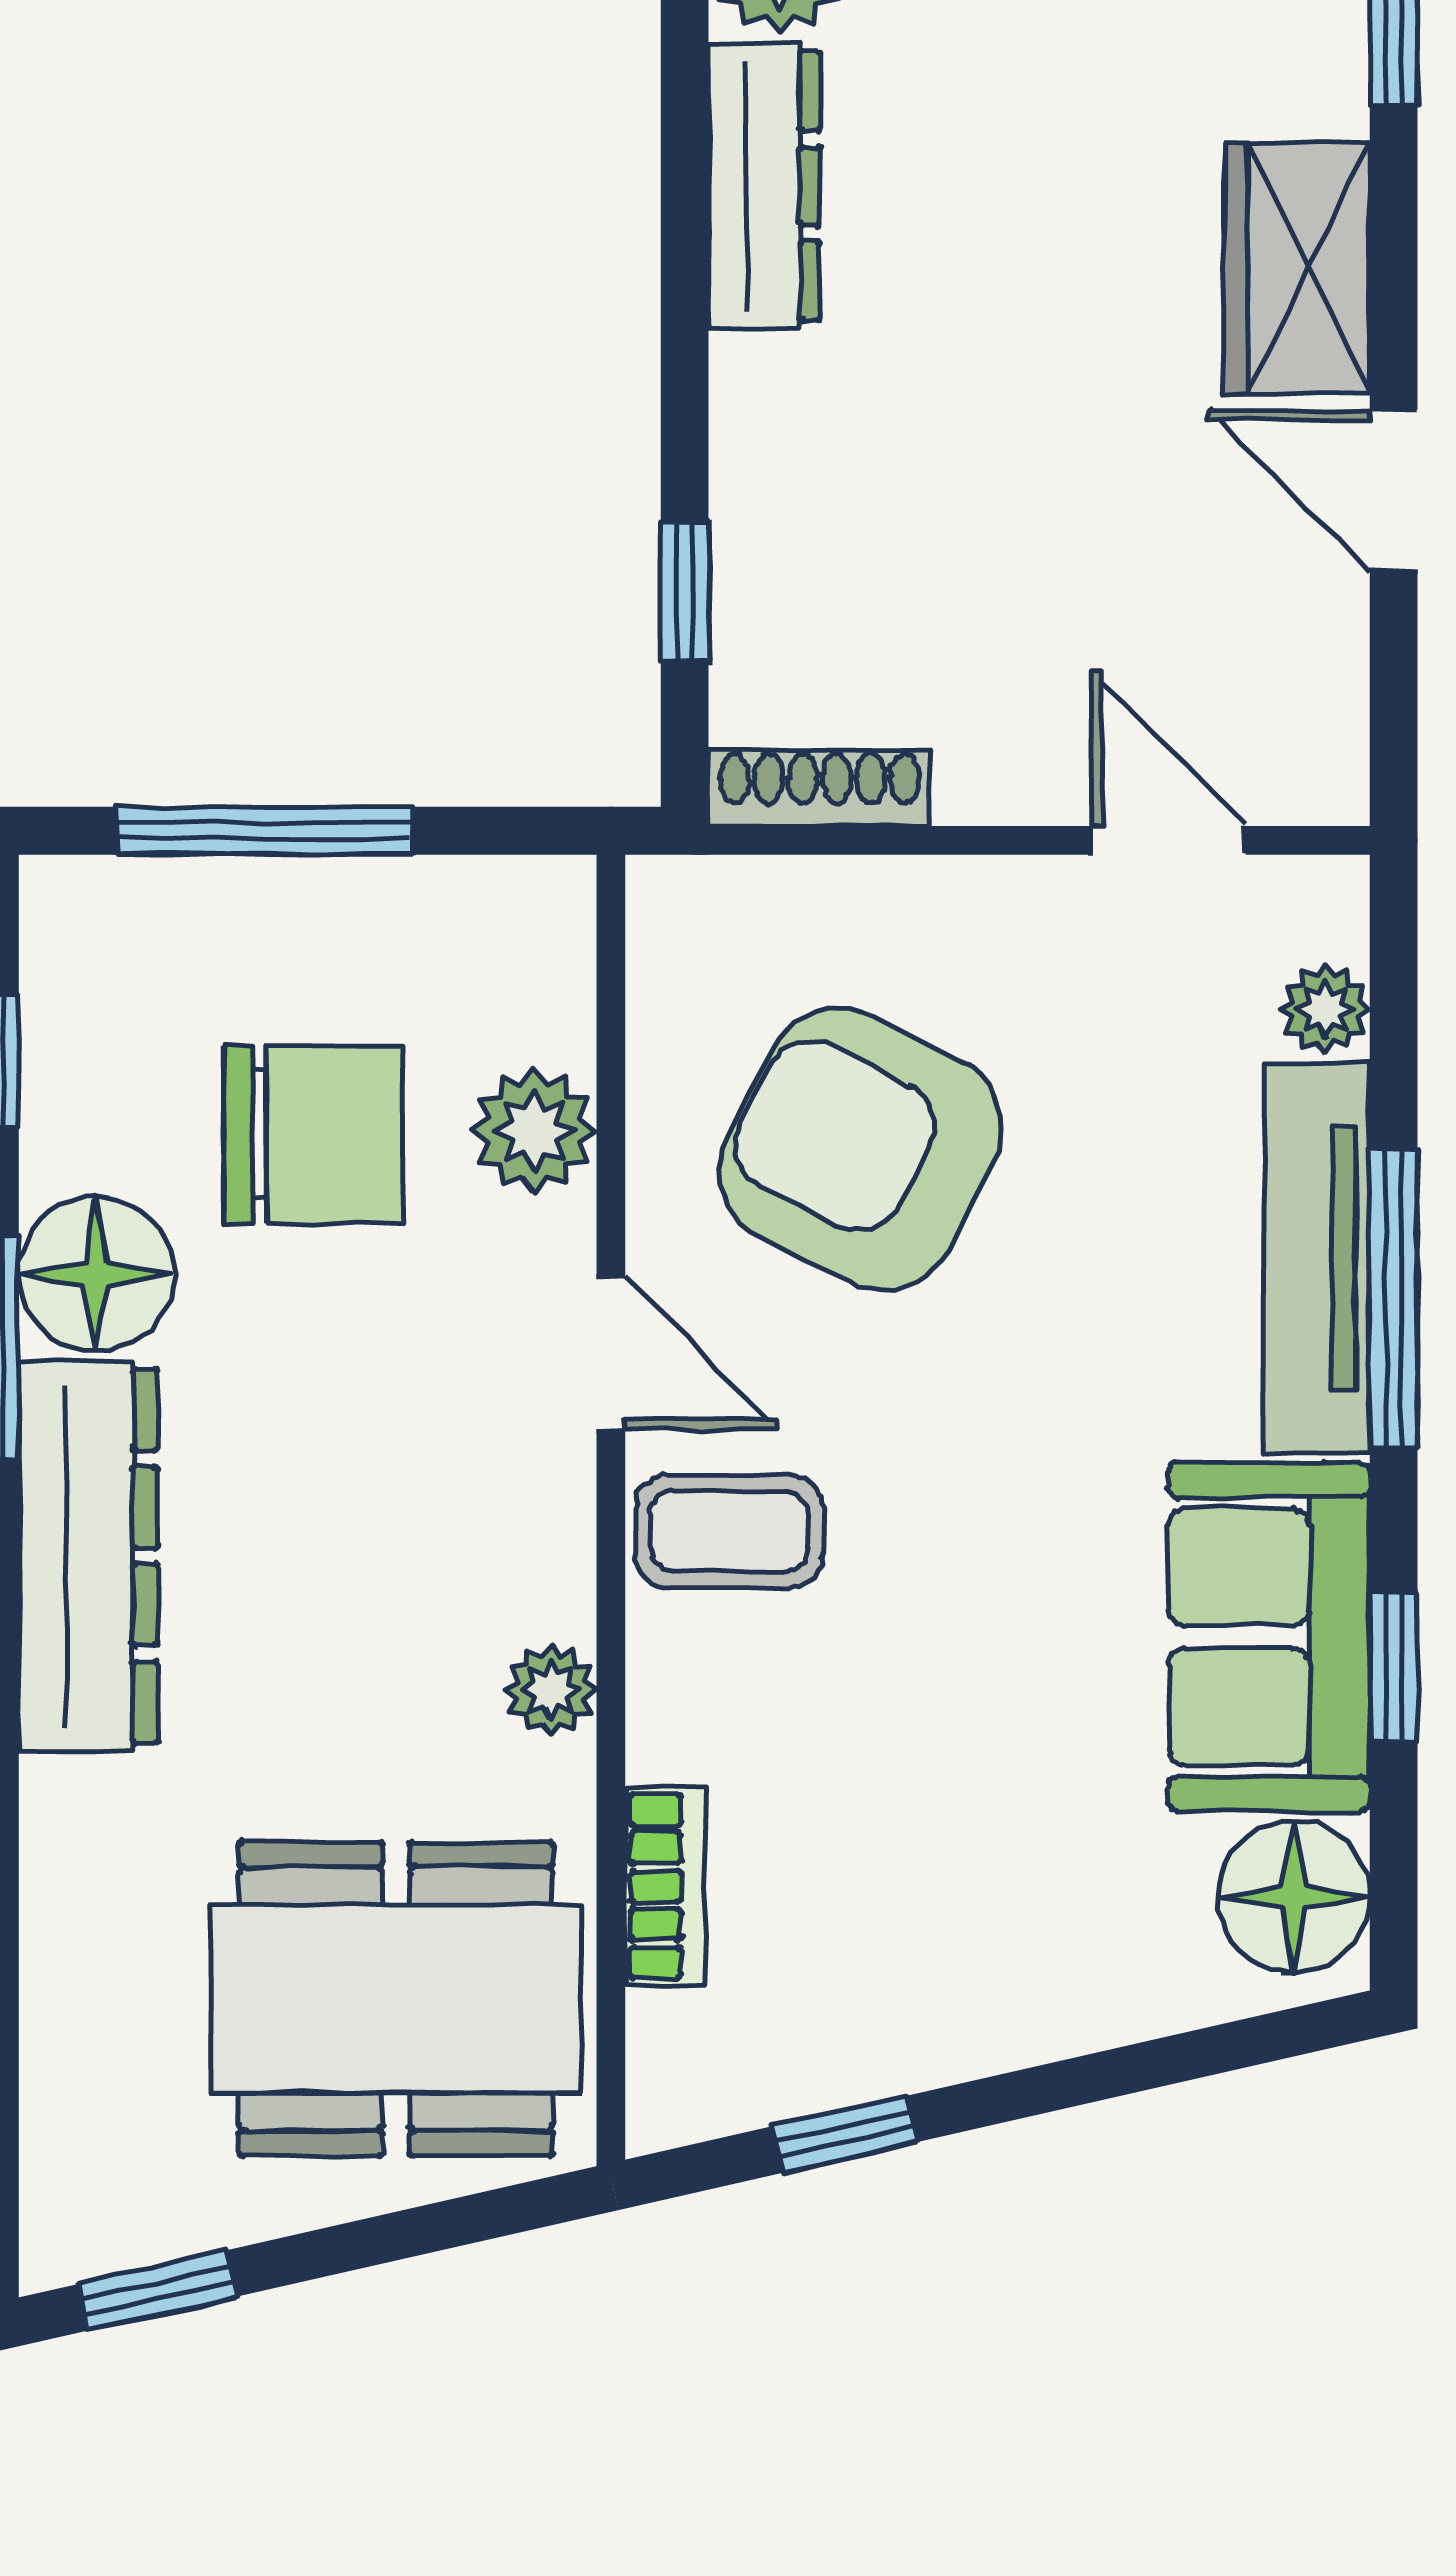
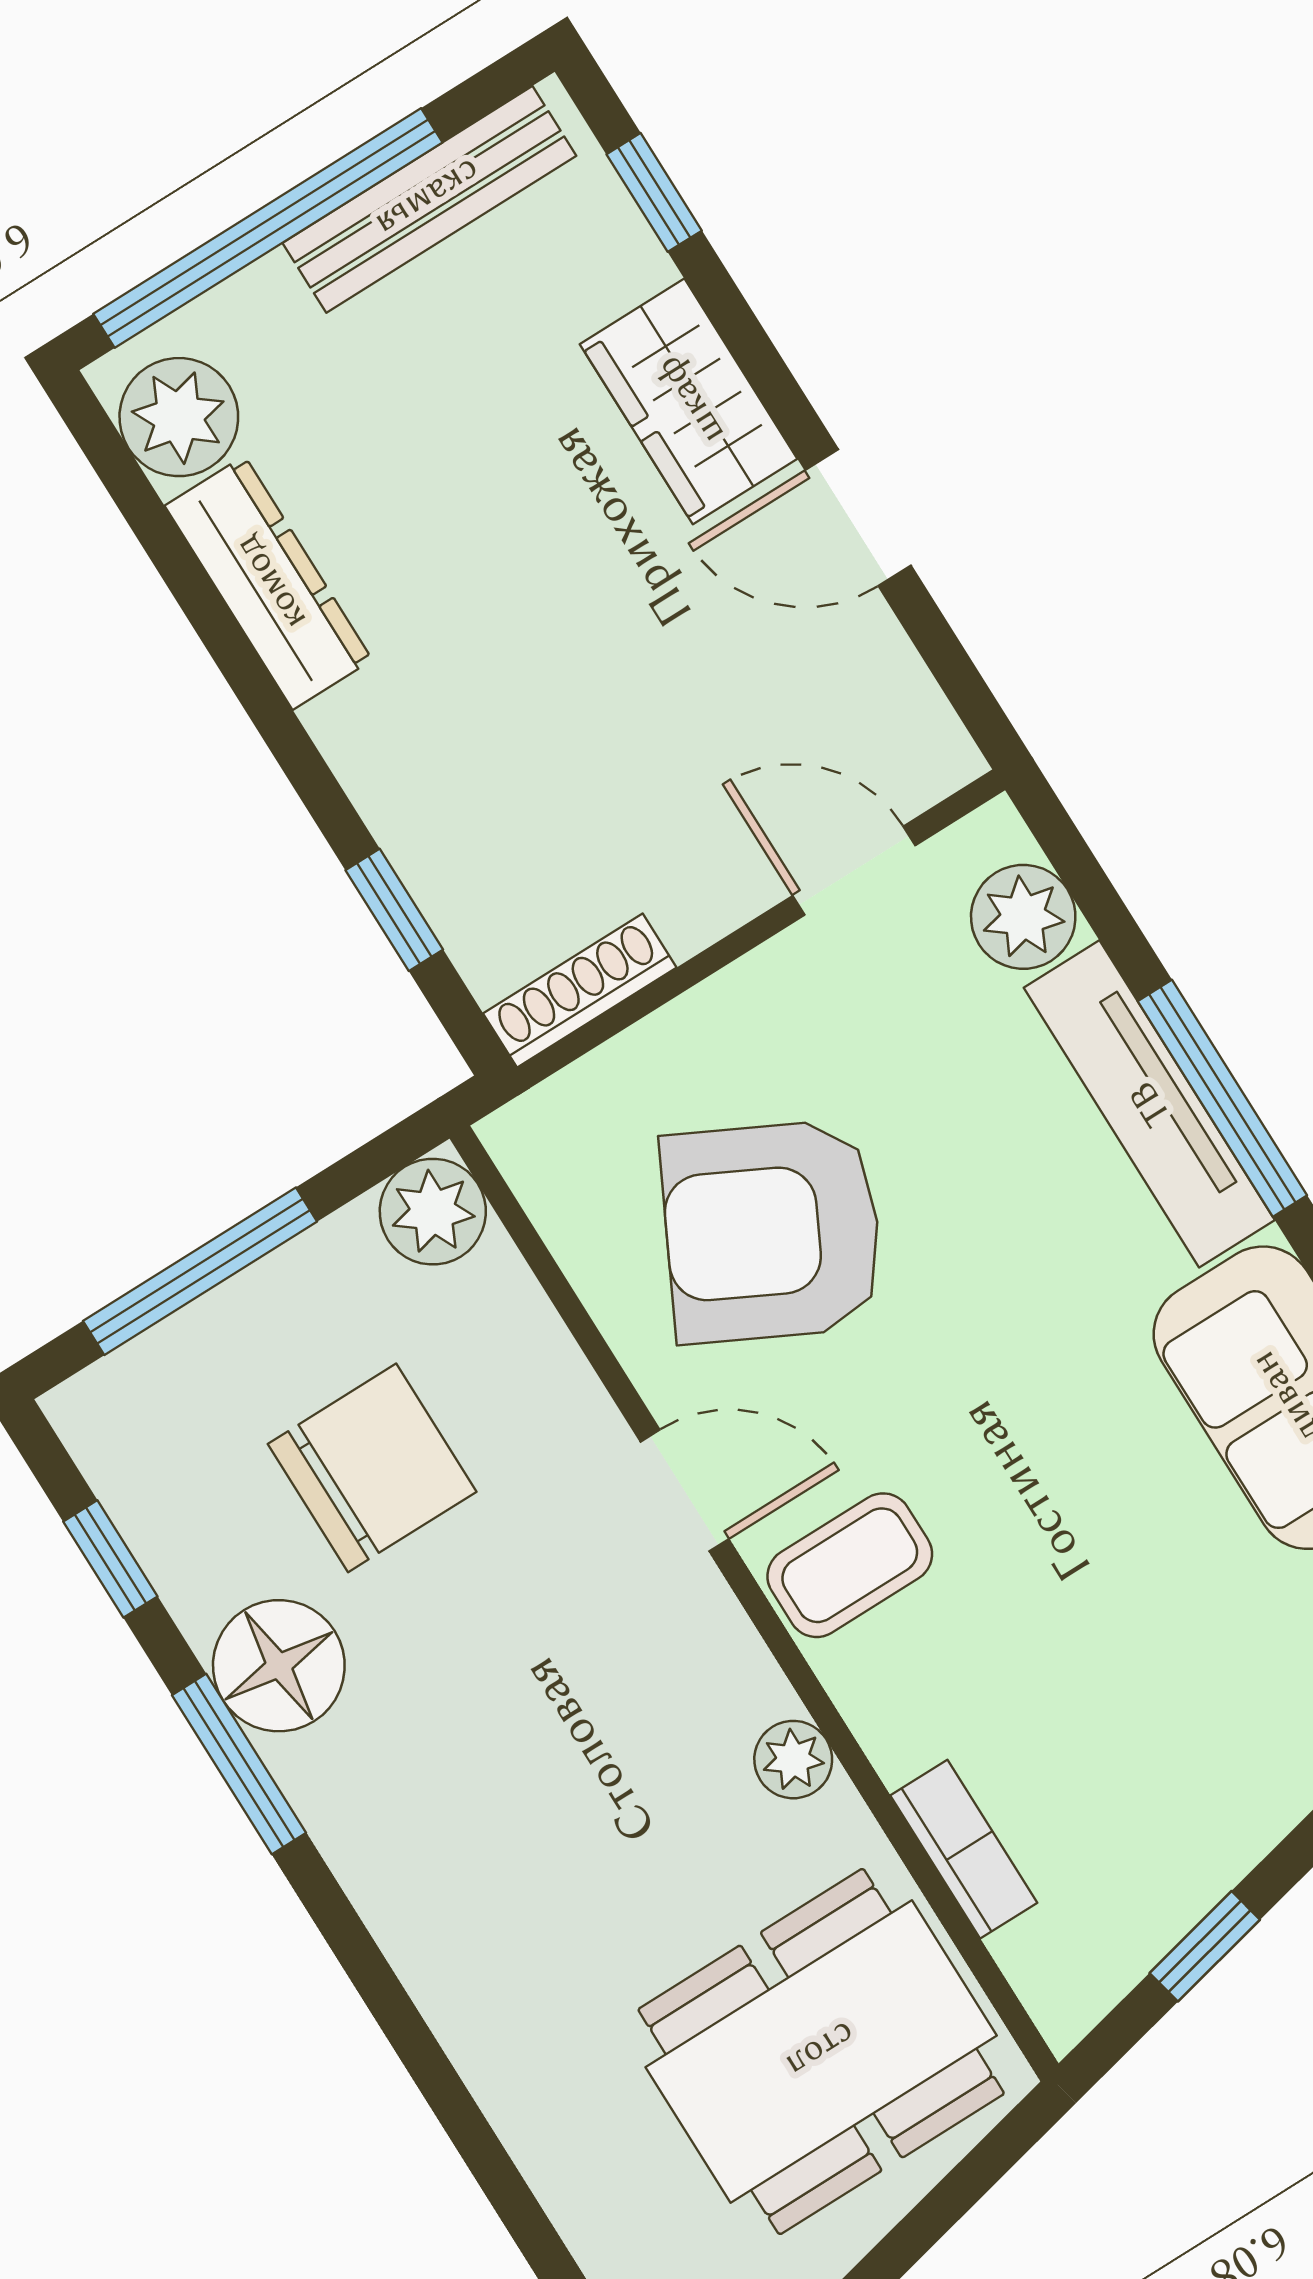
plant: (1325, 1009) -> (1023, 917), width x1.38, depth x1.38
plant: (534, 1131) -> (433, 1212), moved
dresser: (88, 1556) -> (400, 1872), removed

